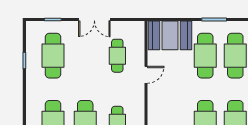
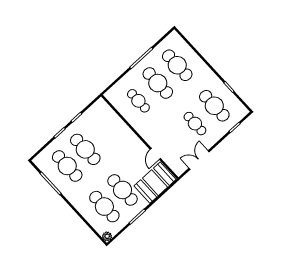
double door: (94, 19) -> (199, 160), moved
cafe table: (117, 56) -> (195, 124), moved
door: (146, 75) -> (155, 154), moved

